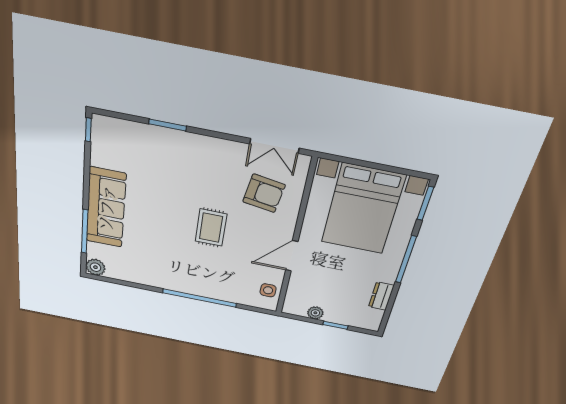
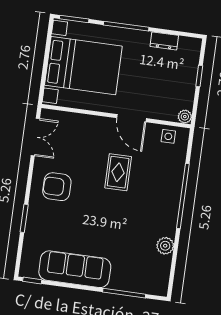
armchair: (264, 193) -> (57, 187), moved, turned -99
sofa: (106, 208) -> (75, 269), moved
rug: (211, 228) -> (118, 172), moved, turned 90
plant: (95, 267) -> (165, 246), moved
plant: (315, 313) -> (185, 117), moved

